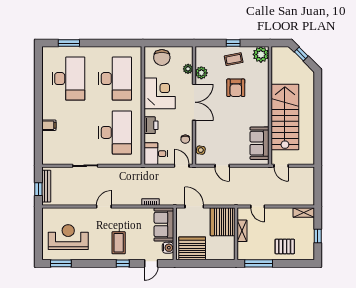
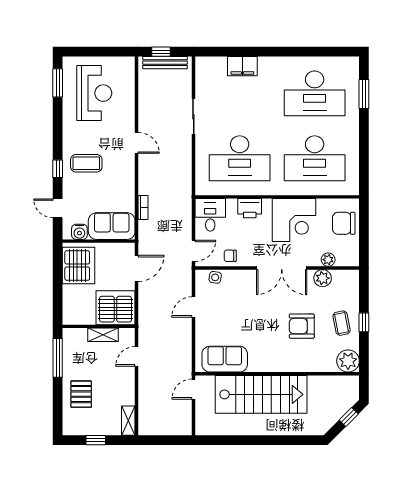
filing cabinet: (49, 125) -> (242, 66), width x2.00

